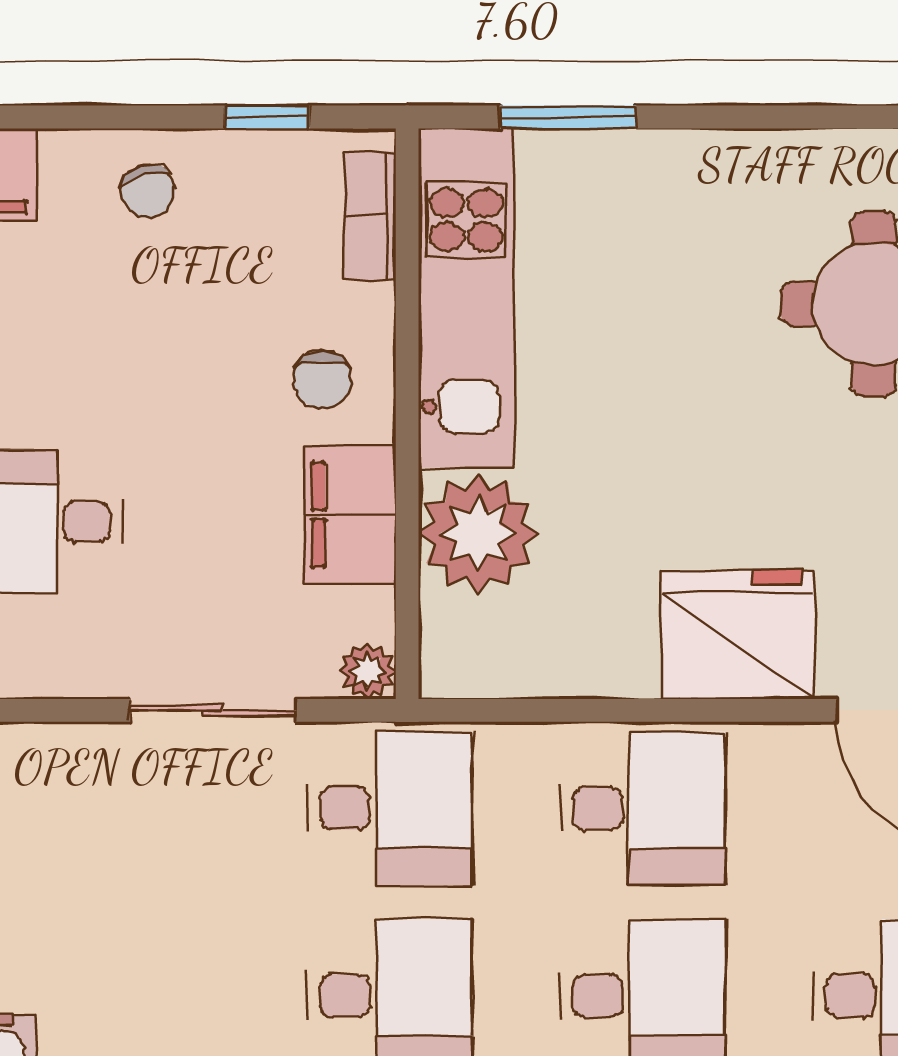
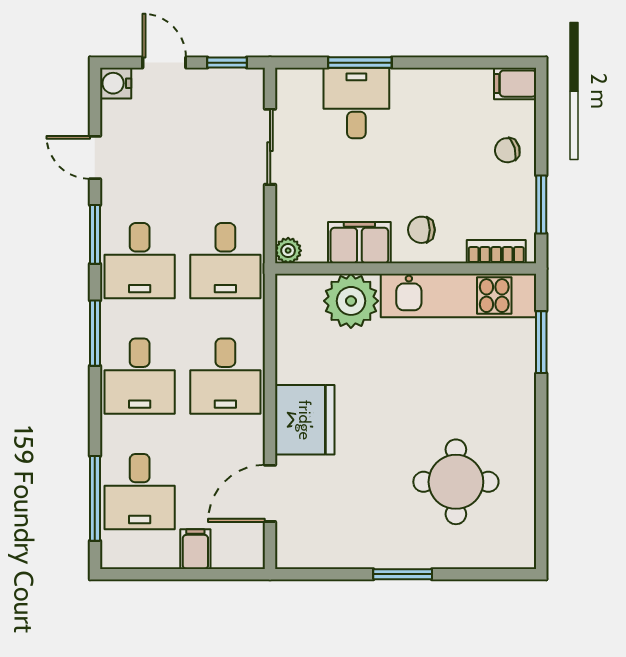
window: (267, 117) -> (541, 205), width x1.50
sliding door: (213, 710) -> (270, 147), moved

